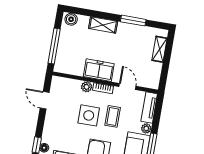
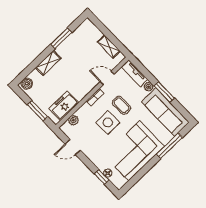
window: (54, 46) -> (37, 111), width x0.69
shelving: (159, 49) -> (109, 47), moved
freezer: (99, 70) -> (64, 106), moved
plant: (87, 87) -> (73, 120), moved

